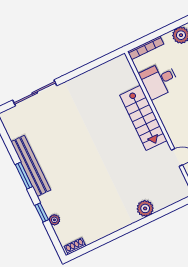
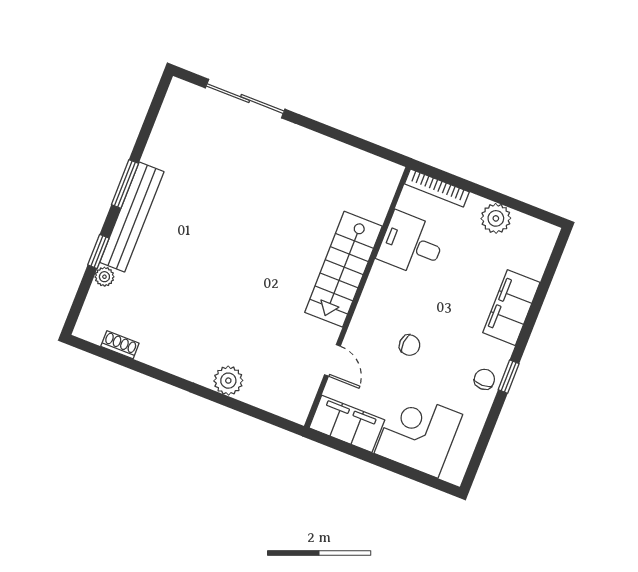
bench: (31, 166) -> (132, 217), moved
shoe rack: (75, 246) -> (120, 345), moved

